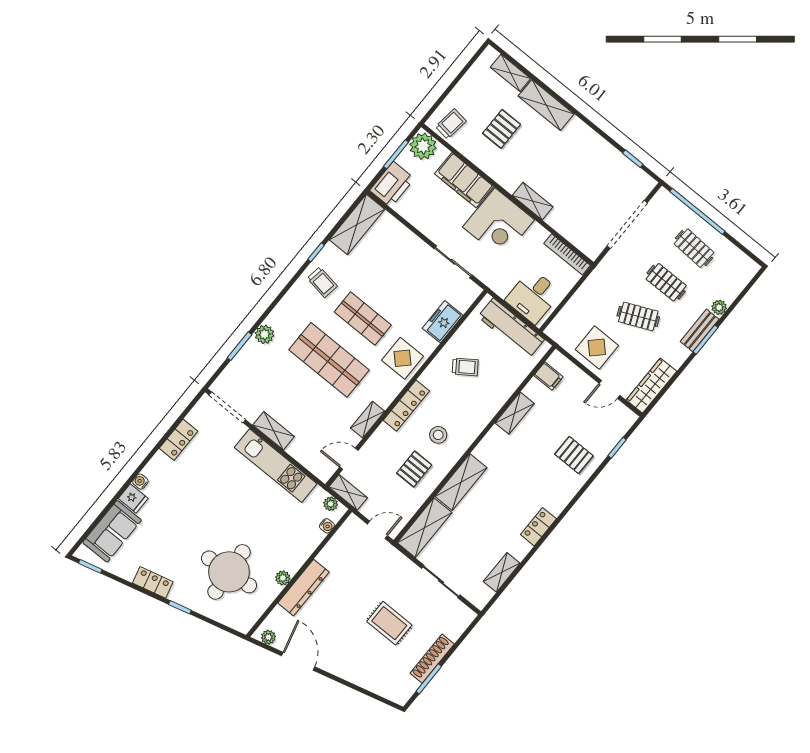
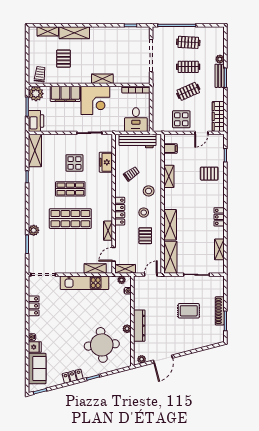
trolley: (322, 282) -> (40, 188), removed
display table: (402, 358) -> (74, 163), moved
stool: (470, 410) -> (149, 191), added
shelving: (274, 431) -> (95, 269), moved
door: (298, 661) -> (163, 359), swing flipped

